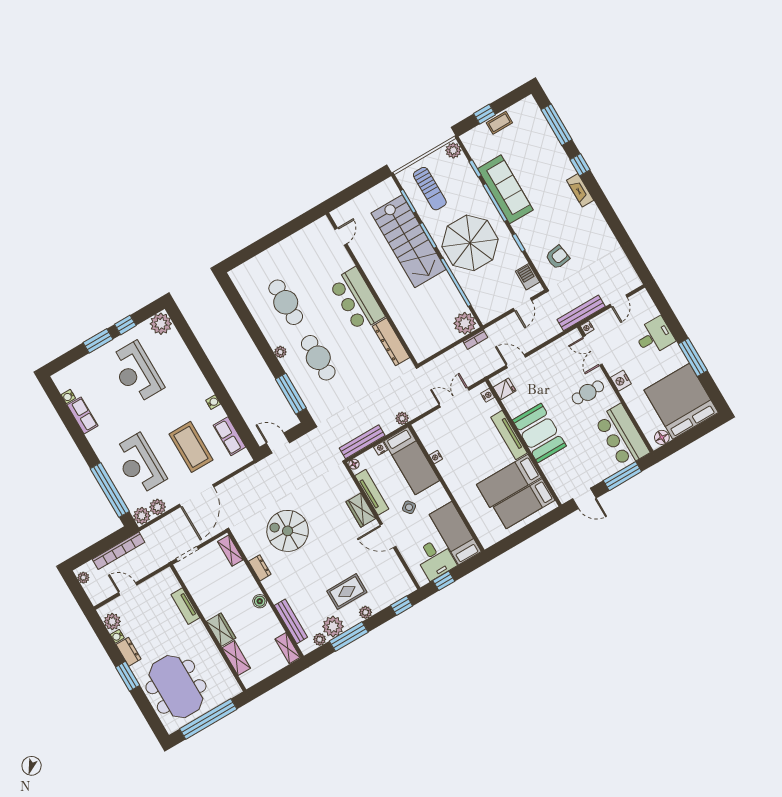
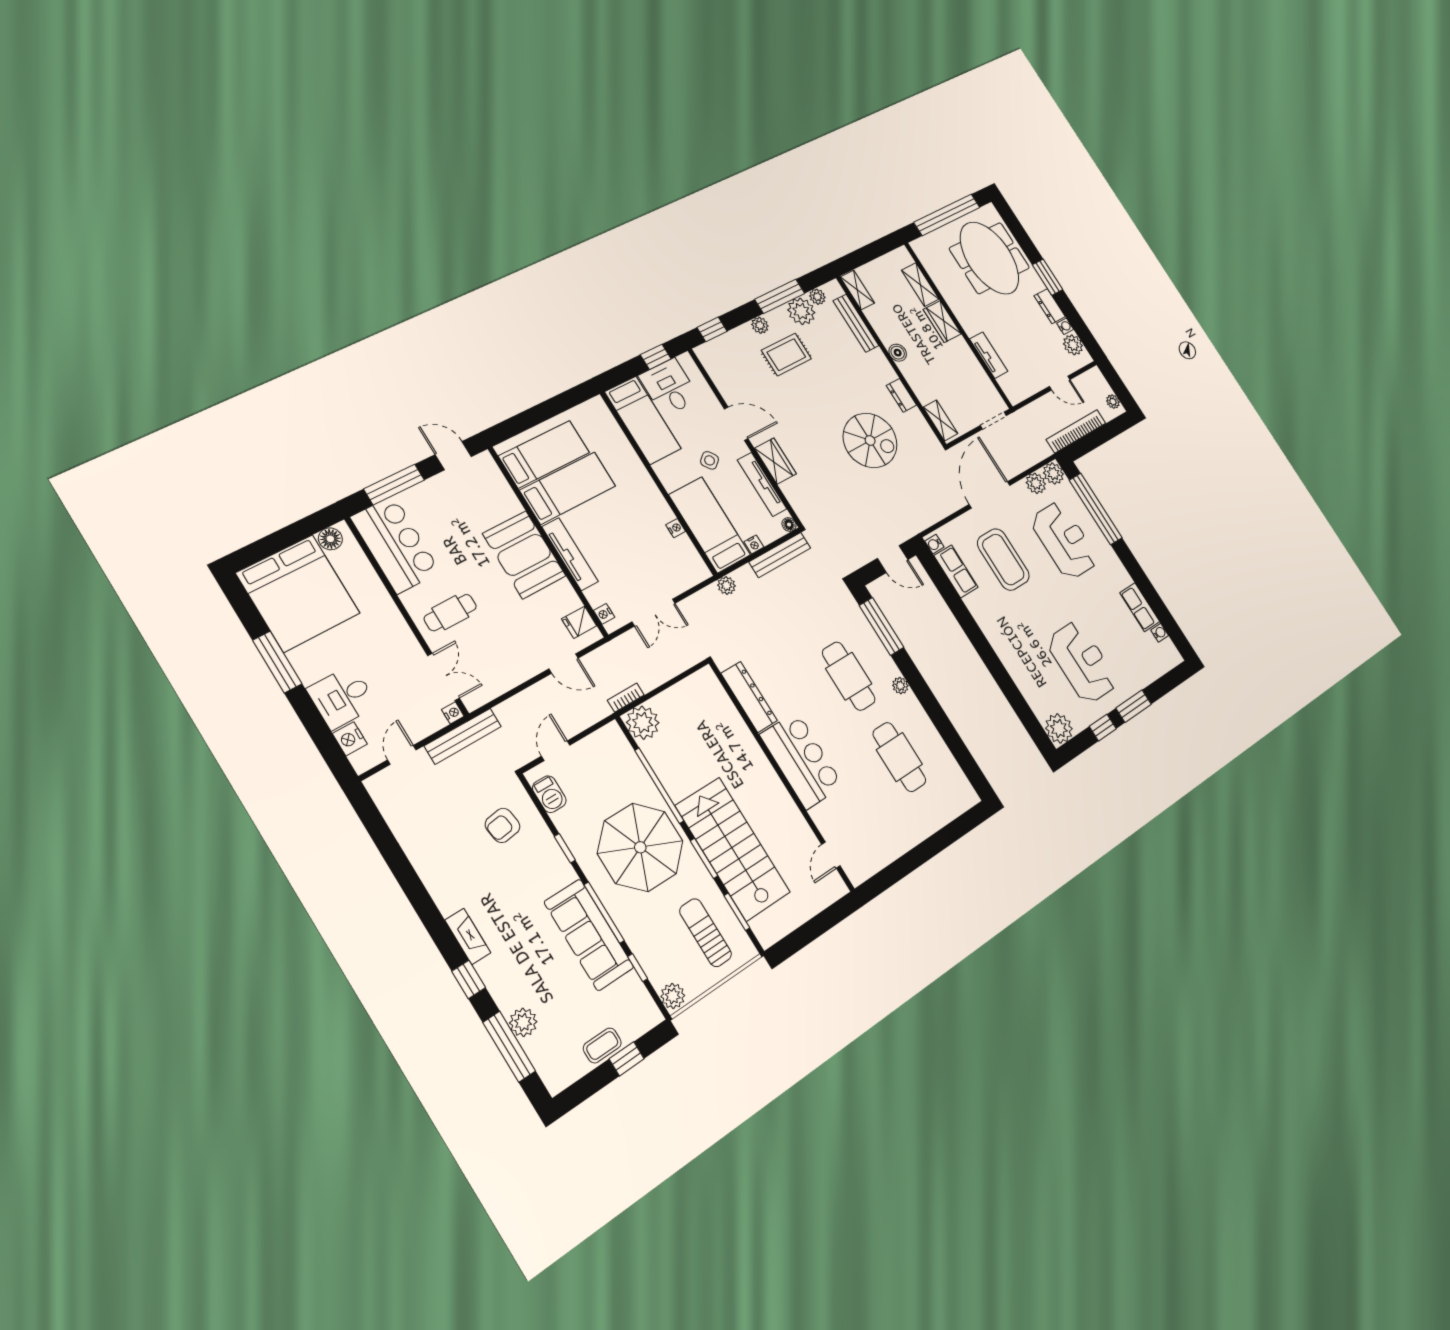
plant: (548, 138) -> (523, 1022), added
nightstand: (621, 381) -> (350, 739), moved, turned 180
water cooler: (213, 402) -> (934, 544), moved

